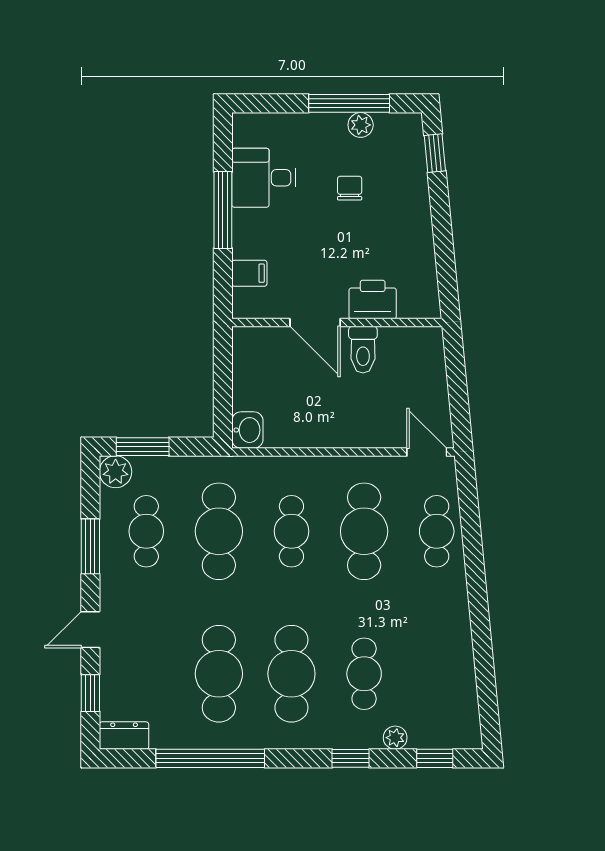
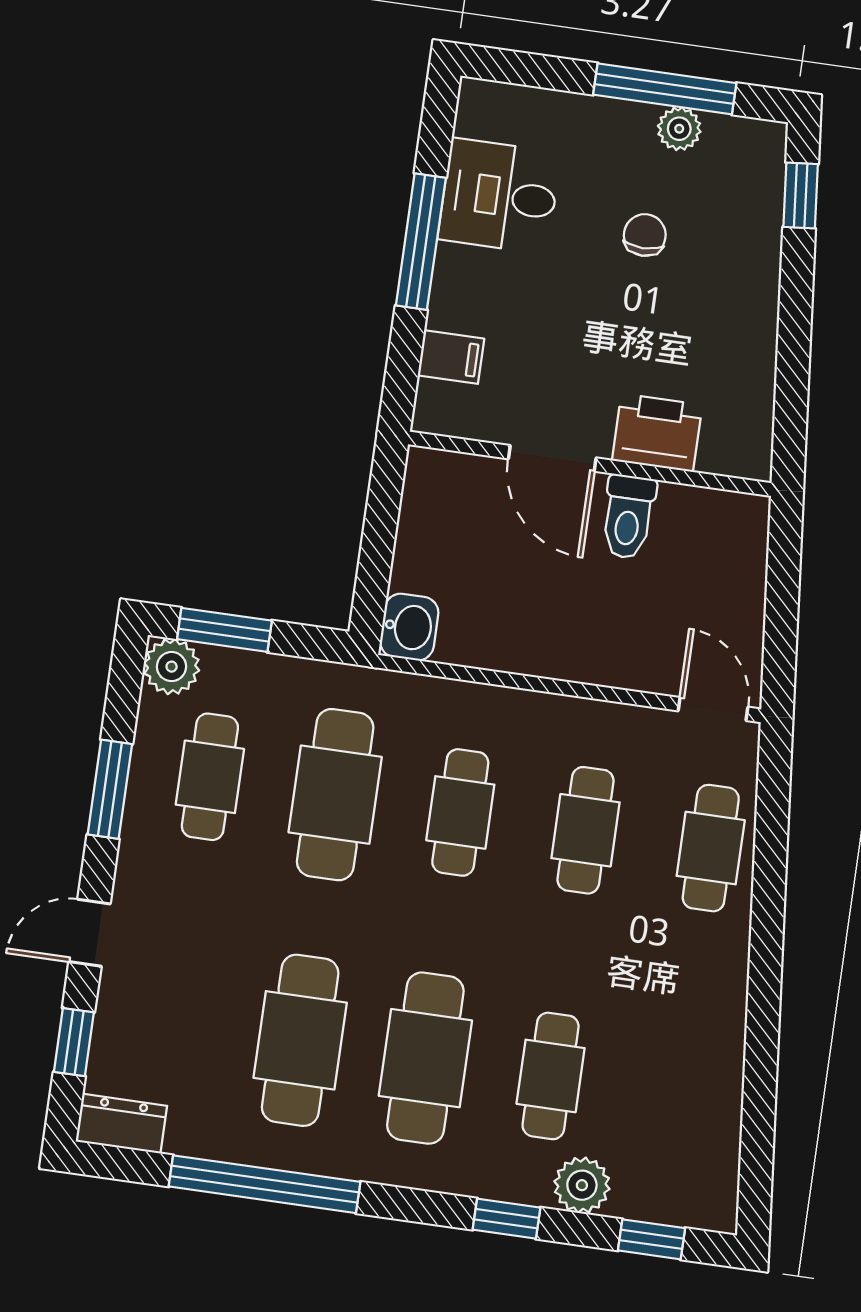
cafe table: (364, 531) -> (586, 830), width x0.73, depth x0.74
plant: (395, 738) -> (582, 1185), width x1.38, depth x1.38

